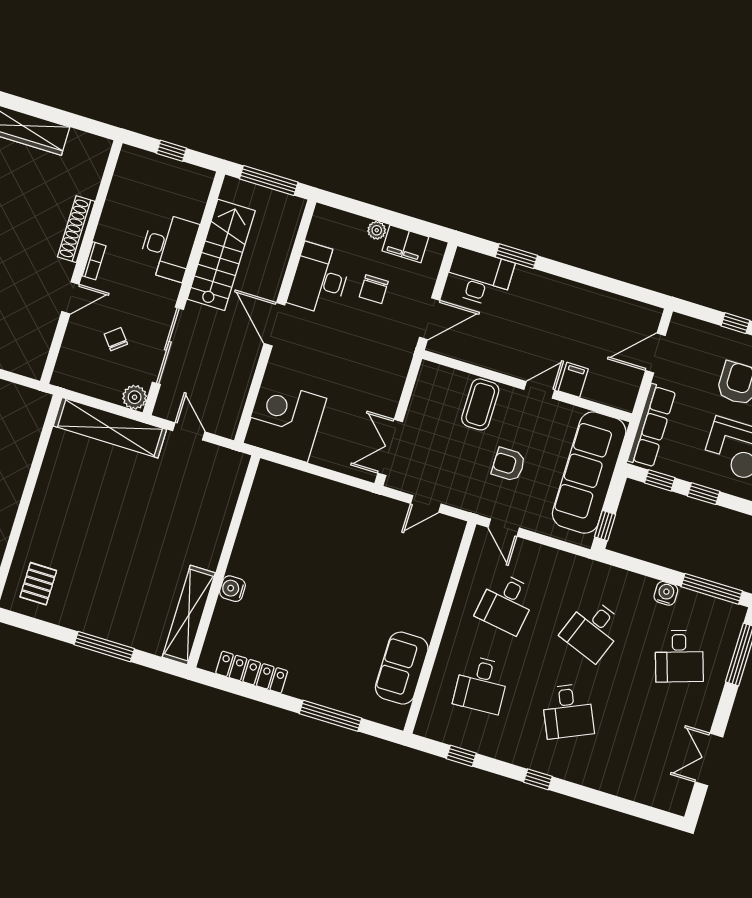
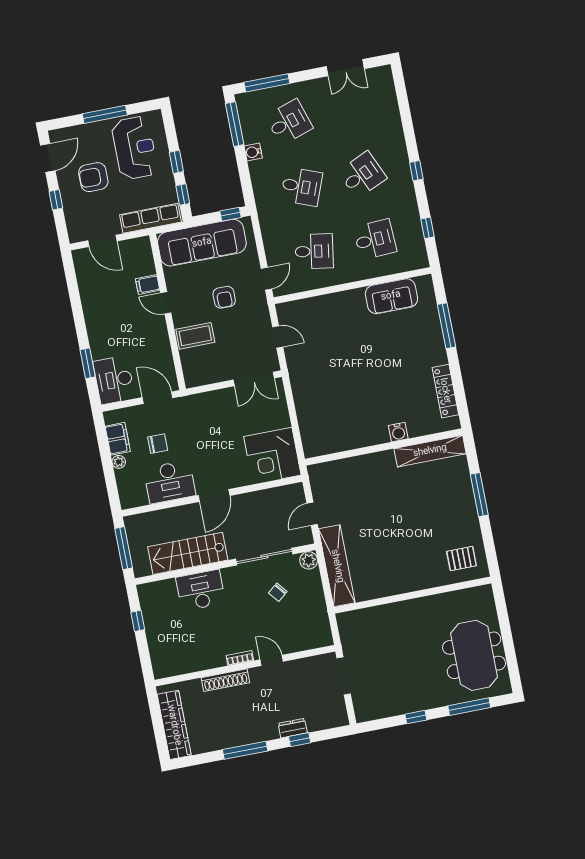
shoe rack: (76, 229) -> (225, 680), moved
bookcase: (94, 261) -> (240, 658), moved
wall: (81, 262) -> (245, 666), moved
door: (70, 298) -> (272, 660), moved

